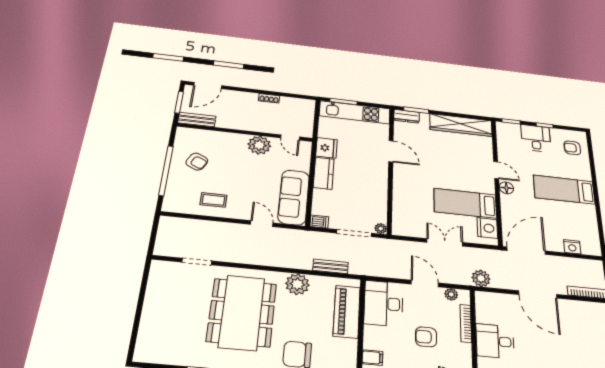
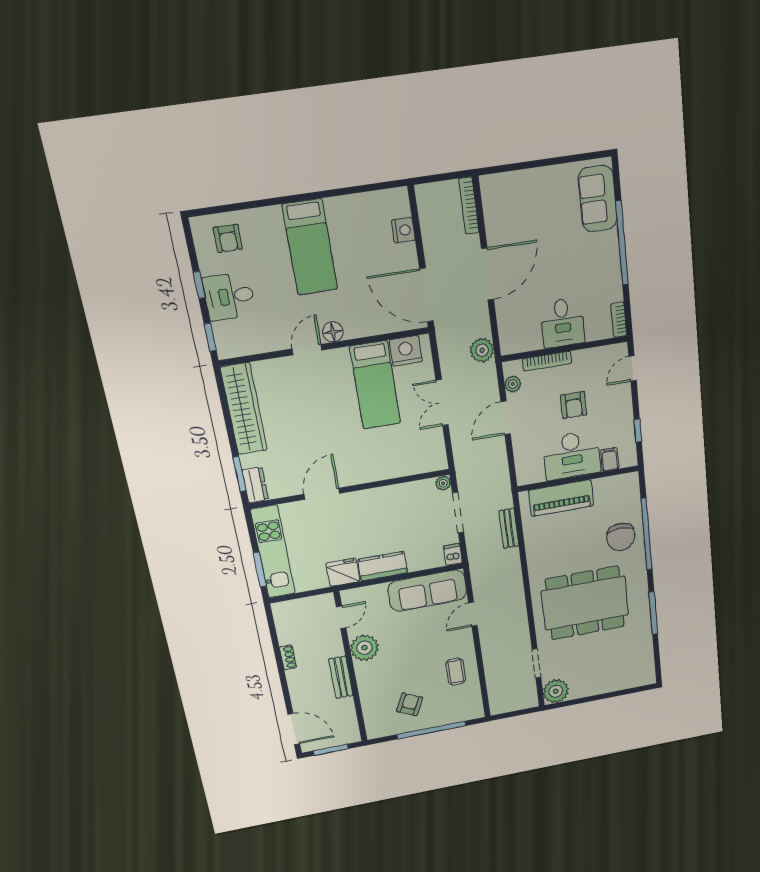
bench: (197, 119) -> (341, 677), moved
plant: (297, 284) -> (556, 691), moved
desk: (384, 303) -> (572, 455), moved

